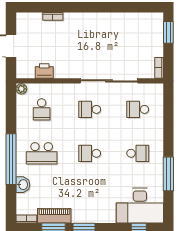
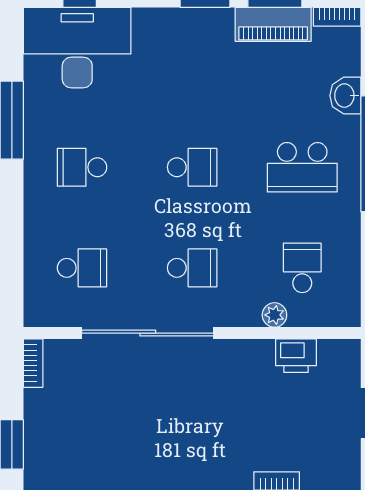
plant: (21, 89) -> (274, 315), moved
school desk: (42, 153) -> (302, 167), turned 180

